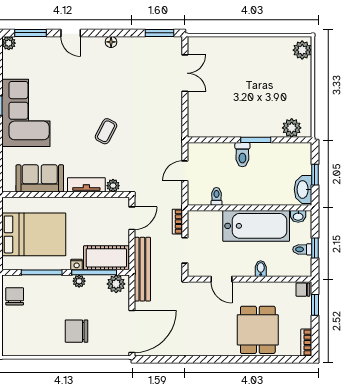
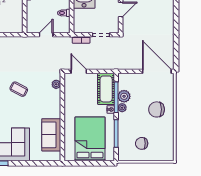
door: (185, 171) -> (46, 35), swing flipped
tv unit: (86, 185) -> (56, 103), removed
bench: (142, 269) -> (114, 64), removed
plant: (116, 284) -> (124, 96), moved
chair: (15, 296) -> (142, 143), moved
chair: (76, 331) -> (157, 109), turned 90

